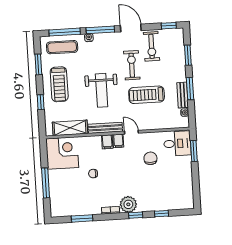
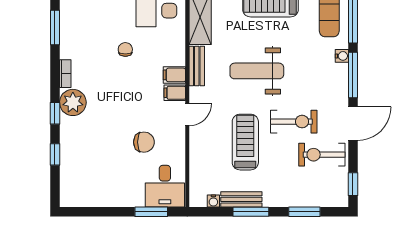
bench: (105, 128) -> (197, 66), width x0.73

